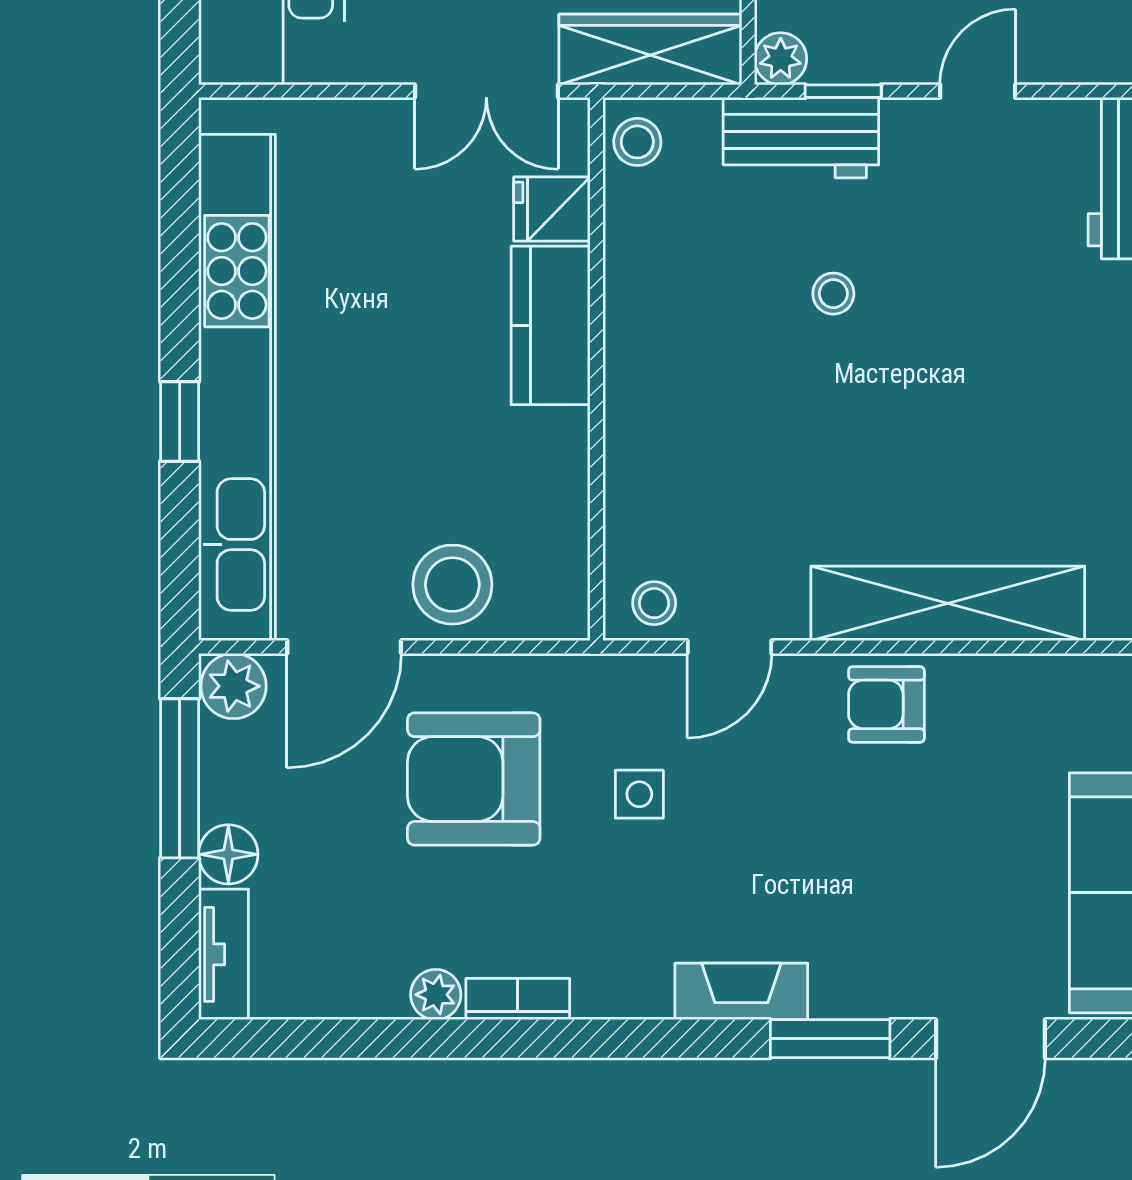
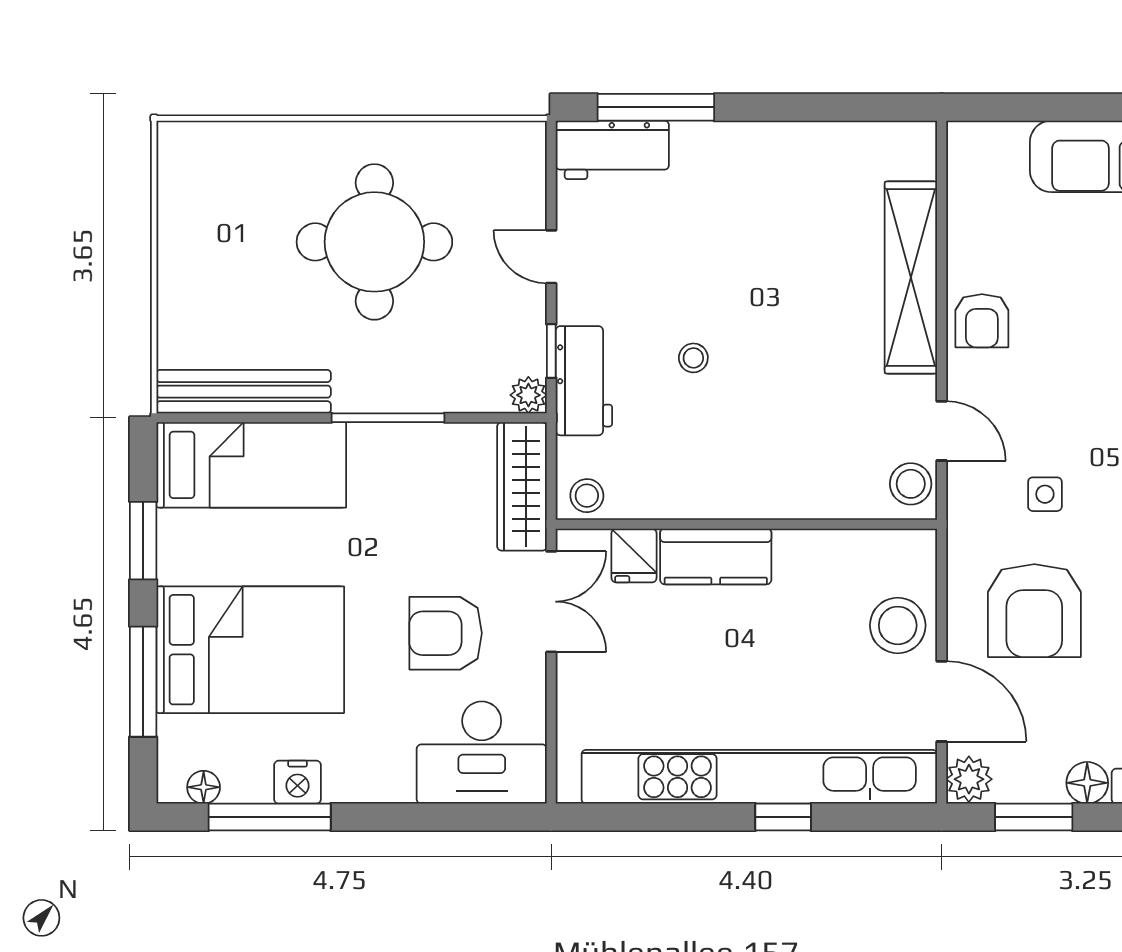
stool: (654, 603) -> (911, 484), width x1.37, depth x1.37
window: (180, 778) -> (1034, 817), width x0.69

